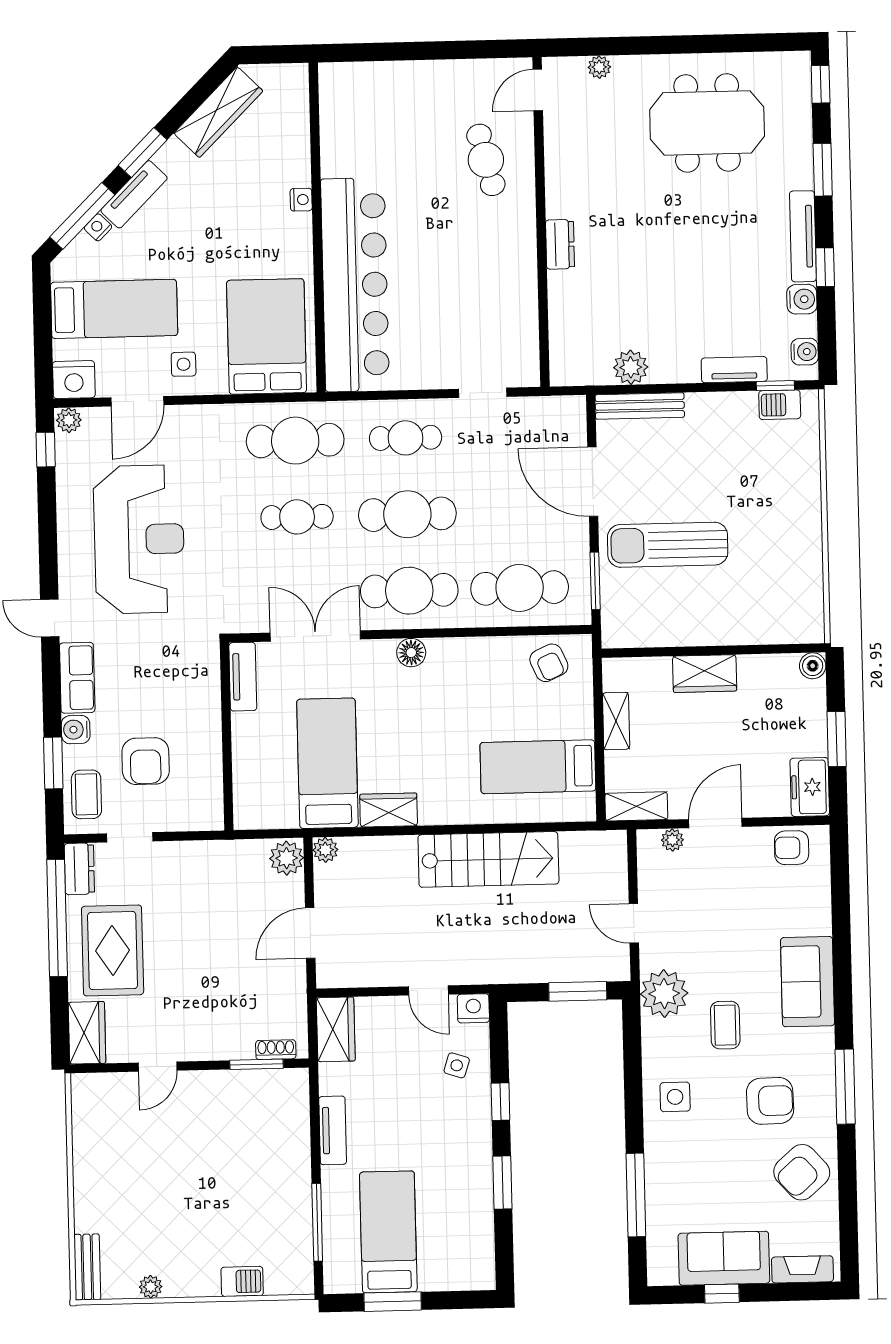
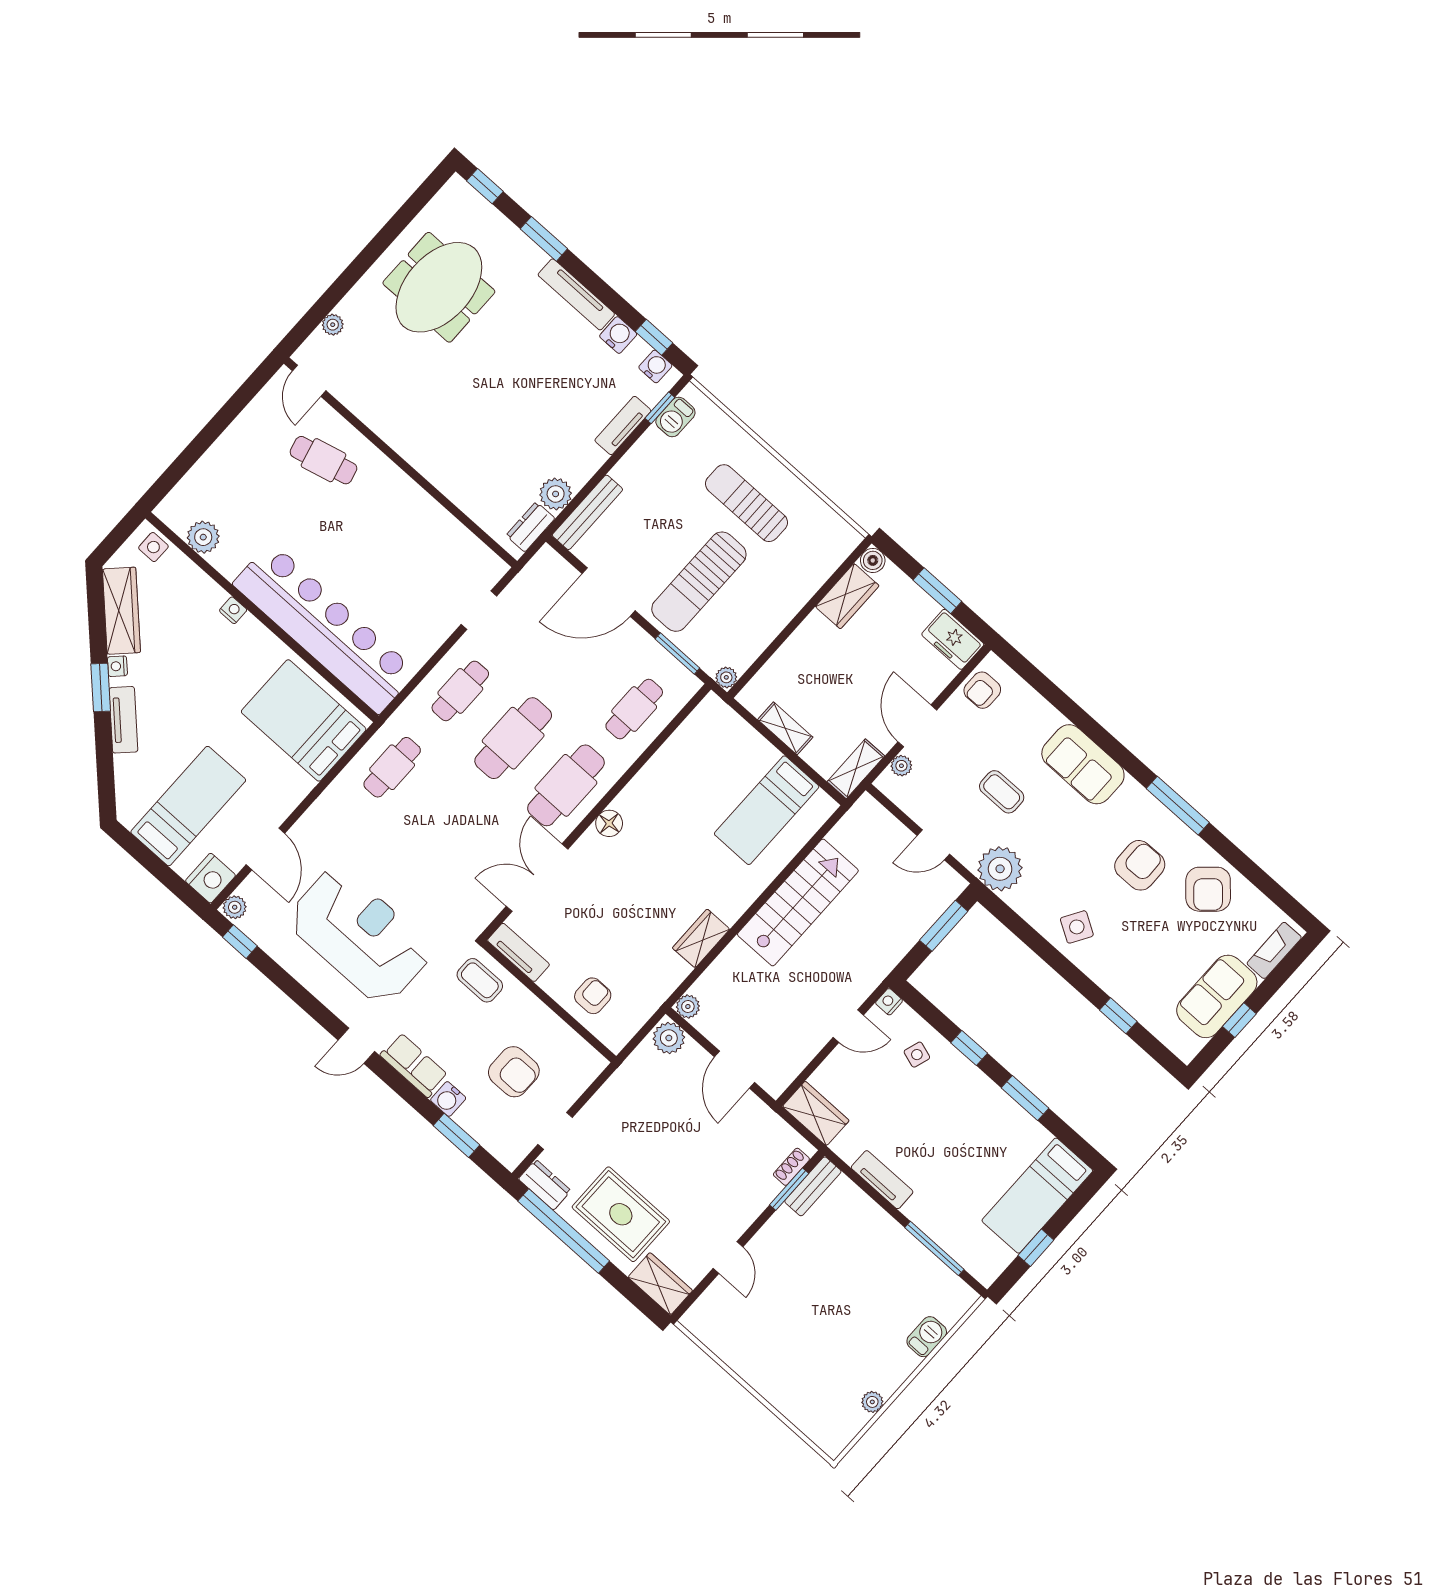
plant: (337, 122) -> (203, 537), added
window: (82, 216) -> (105, 768), removed
nightstand: (98, 227) -> (117, 666), moved
dresser: (560, 244) -> (530, 527), moved, turned -90
window: (825, 267) -> (654, 337), moved
side table: (184, 364) -> (153, 547), moved
cafe table: (295, 441) -> (392, 767), width x0.73, depth x0.74
cafe table: (297, 517) -> (445, 814), removed
sun lounger: (764, 524) -> (746, 503), added
cafe table: (520, 588) -> (634, 709), width x0.73, depth x0.74
plant: (613, 637) -> (726, 677), added
armchair: (549, 663) -> (593, 996), moved, turned -66
wardrobe: (705, 674) -> (847, 596), moved
bed: (327, 763) -> (631, 950), removed
coffee table: (86, 794) -> (480, 980), moved
nightstand: (473, 1008) -> (889, 1002), width x0.72, depth x0.74
coffee table: (725, 1025) -> (1002, 792), moved
side table: (675, 1097) -> (1077, 927), turned 31
window: (636, 1195) -> (1118, 1016), width x0.46
bed: (388, 1232) -> (1037, 1196), moved, turned -90
bench: (87, 1267) -> (813, 1186), moved, turned 90
window: (393, 1302) -> (1036, 1248), width x0.67

